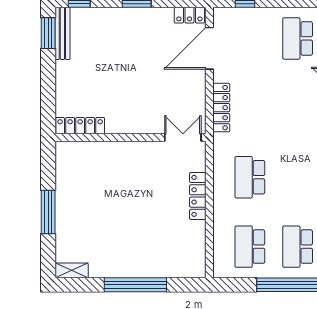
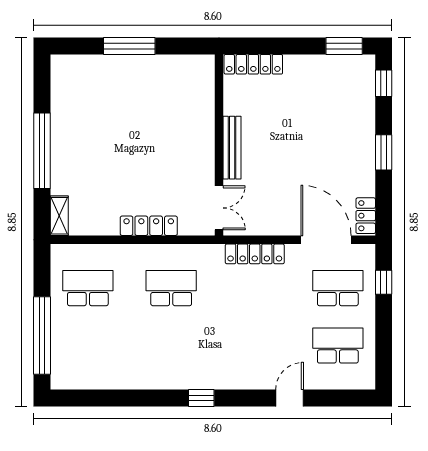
bench: (62, 33) -> (232, 148), moved, turned 90
locker: (80, 126) -> (253, 64), moved, turned 90
school desk: (298, 247) -> (338, 288), moved
shelving: (72, 270) -> (59, 216), moved

